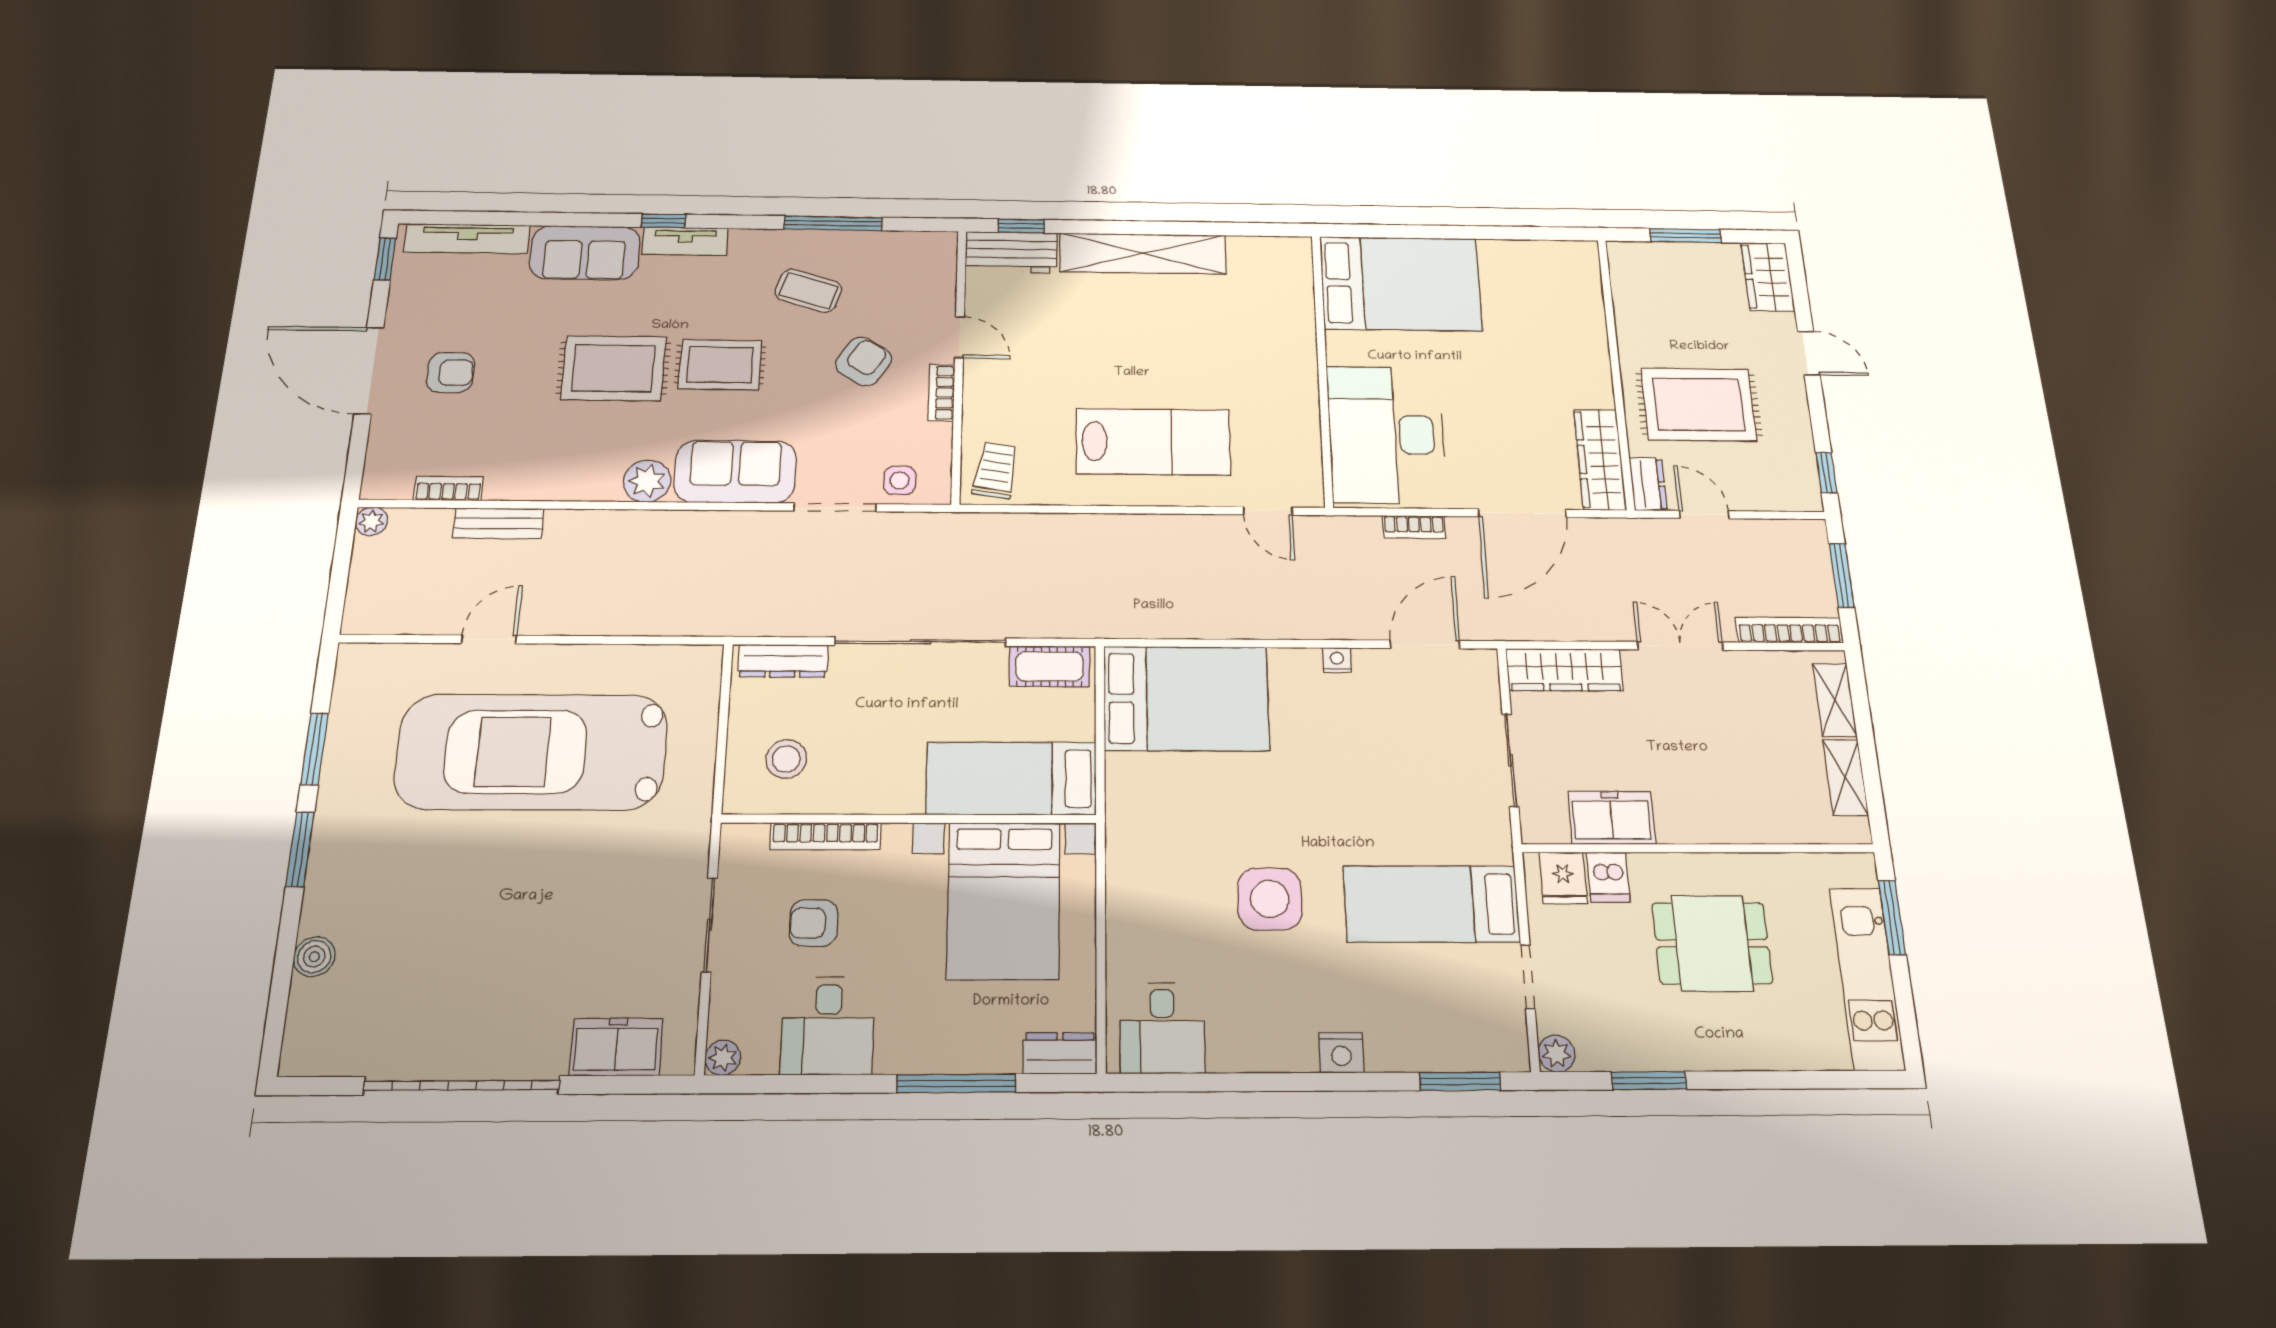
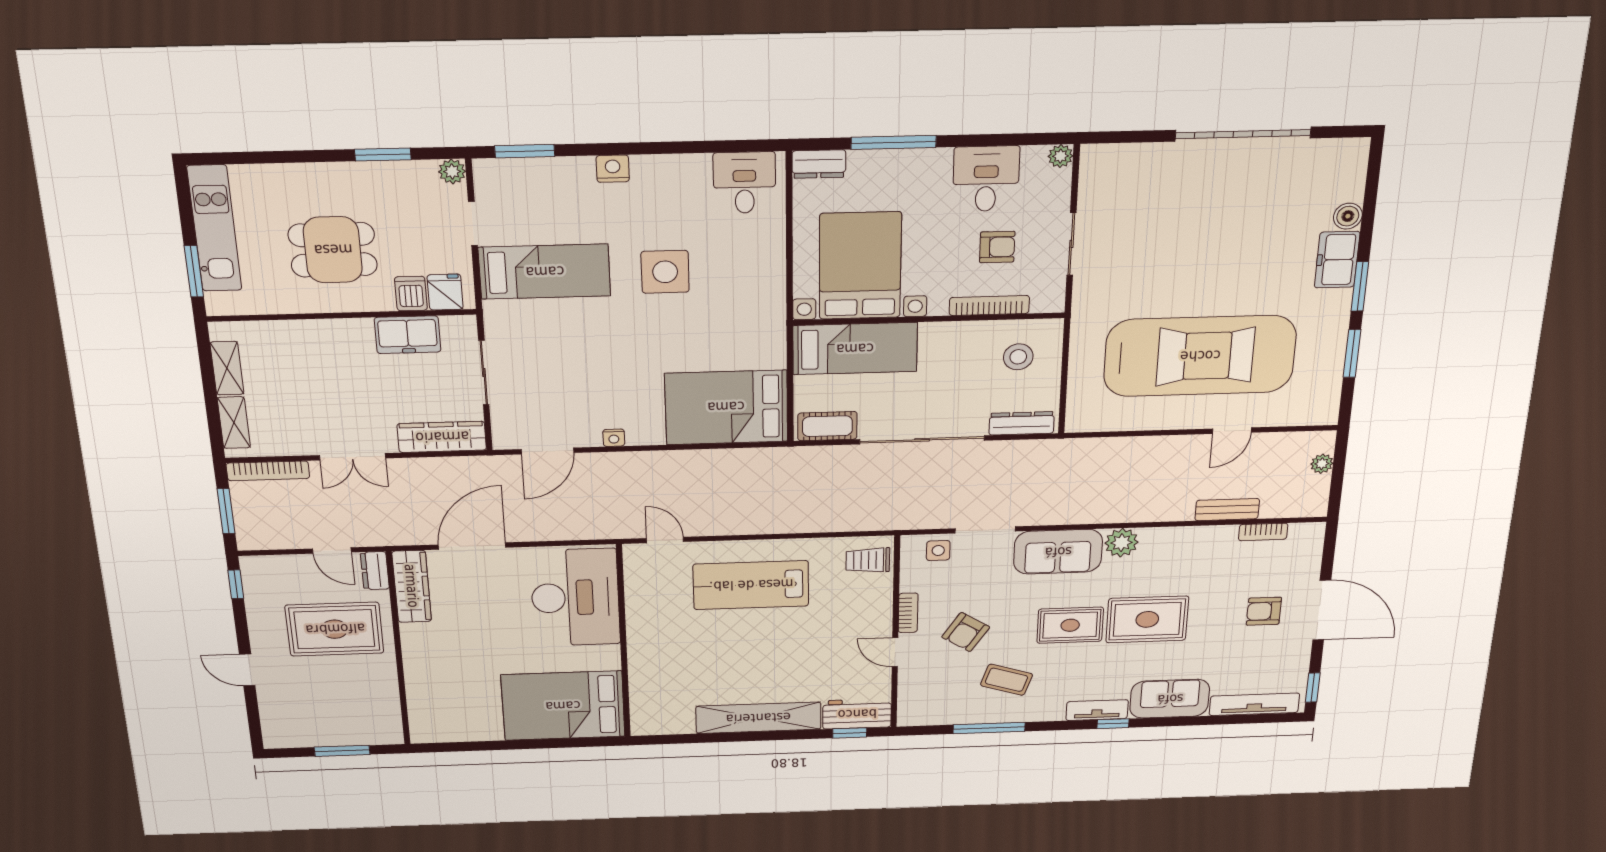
wardrobe: (1768, 277) -> (278, 724), removed
trolley: (996, 470) -> (868, 560), turned 81
plant: (371, 521) -> (1322, 464), moved
bookcase: (1414, 527) -> (555, 533), removed
freezer: (616, 1047) -> (1337, 260), moved, turned 90

